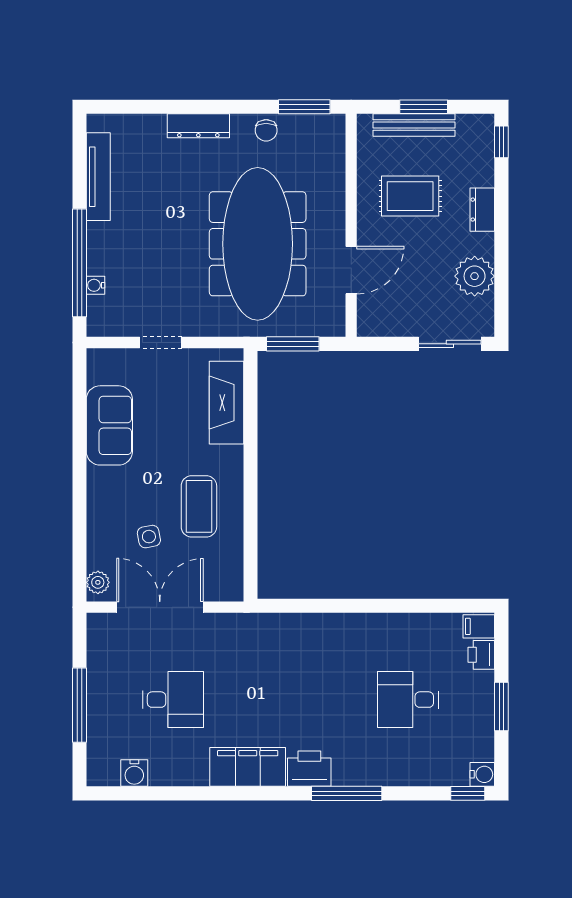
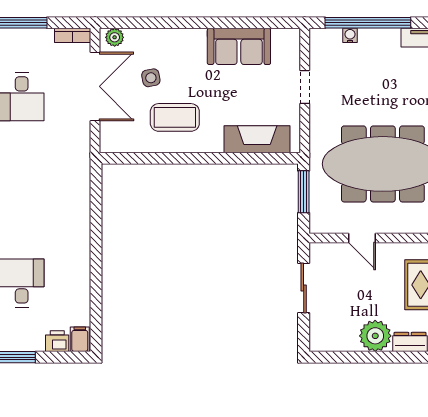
door: (351, 270) -> (362, 238), width x0.73
plant: (475, 276) -> (375, 336), moved
sliding door: (450, 344) -> (304, 288), moved
bookcase: (95, 635) -> (73, 35), added

